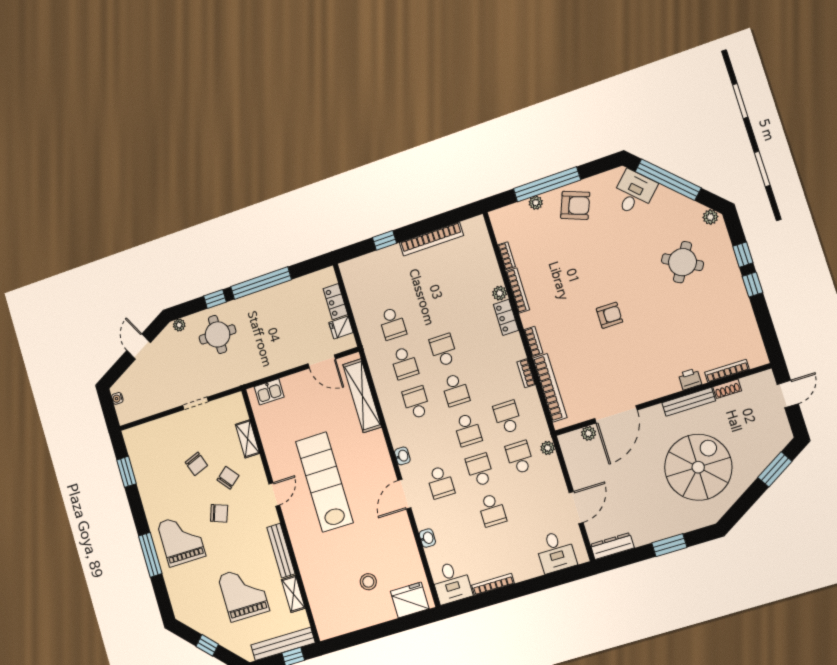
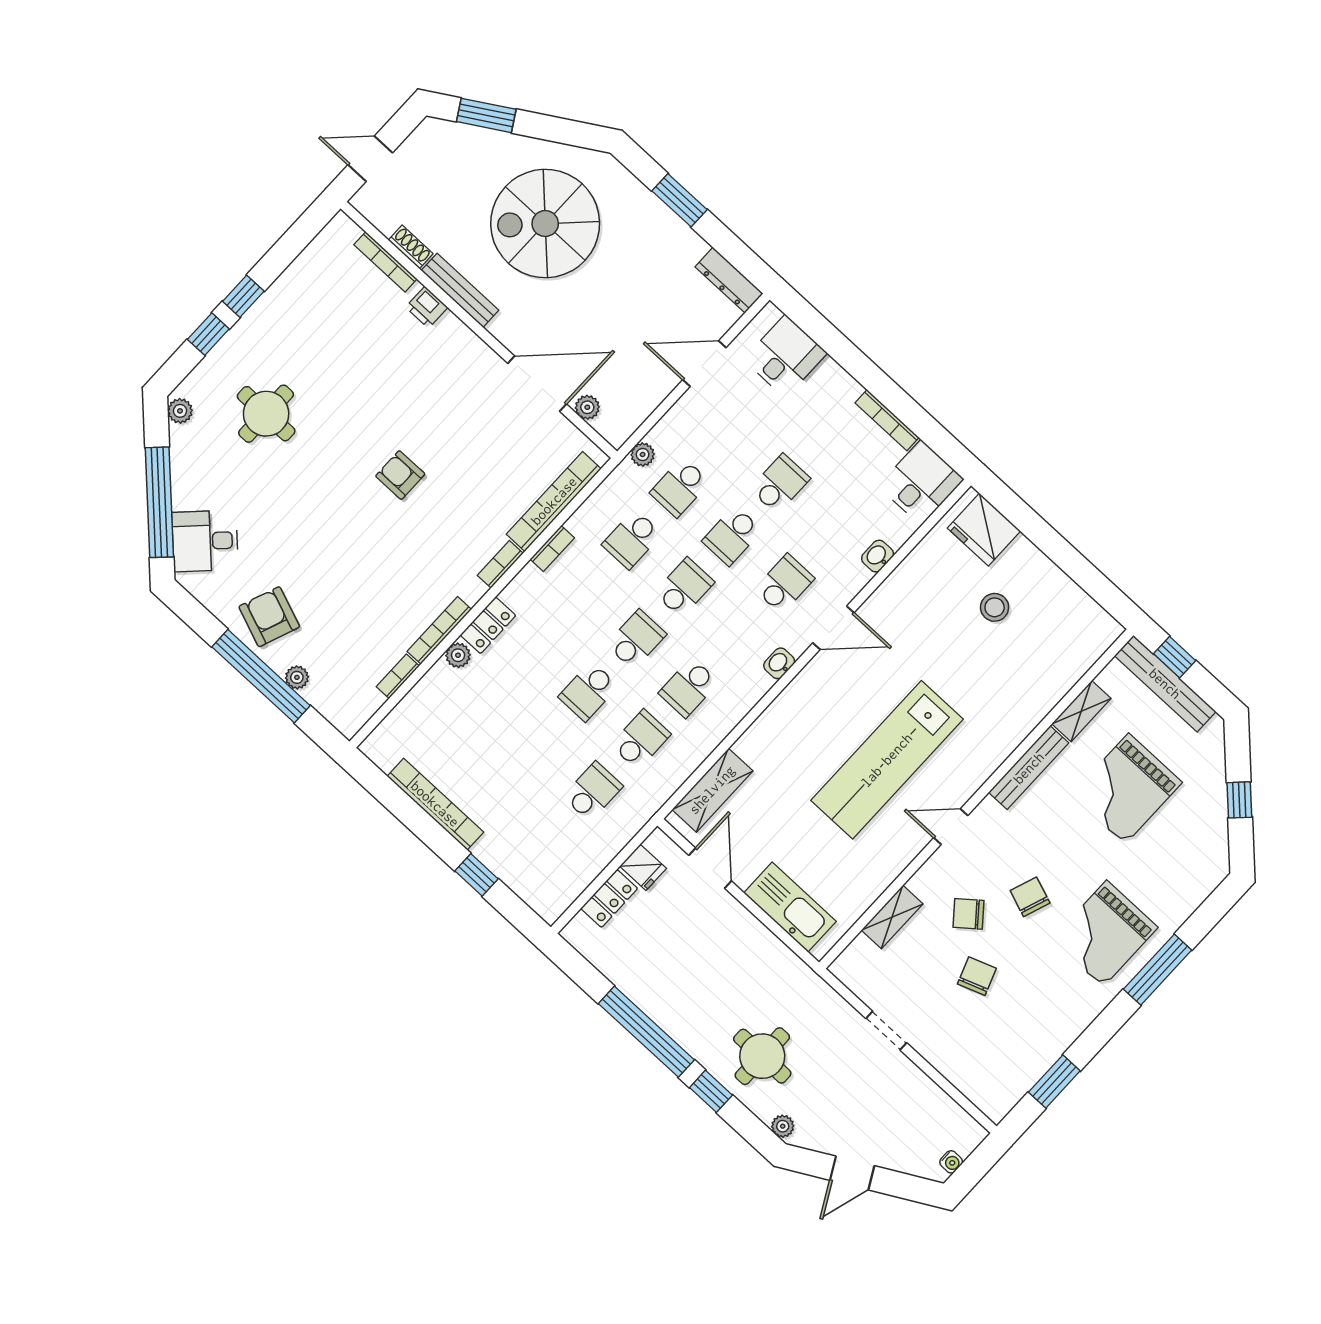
round table: (682, 262) -> (266, 414), turned -30
kitchen sink: (269, 392) -> (790, 907), width x1.87, depth x1.24
shelving: (362, 396) -> (712, 790), width x0.68

